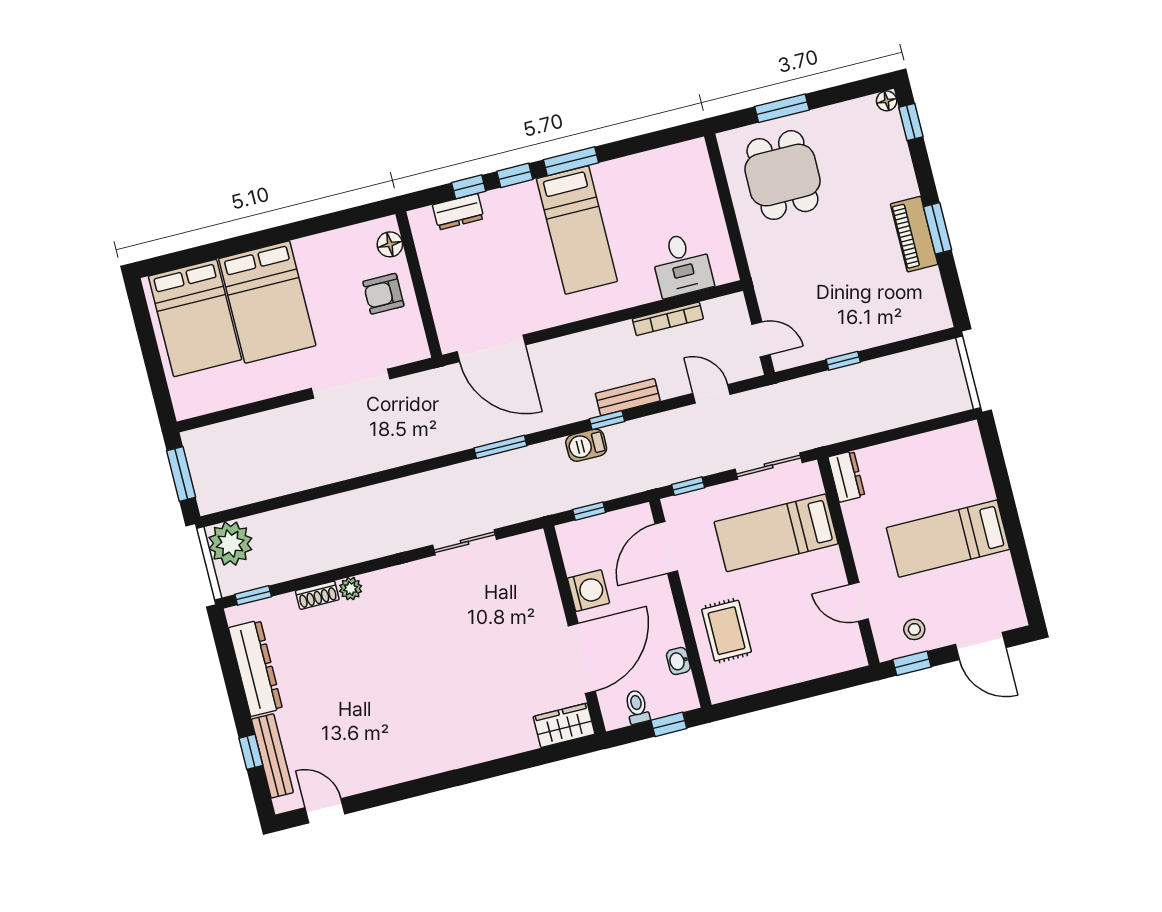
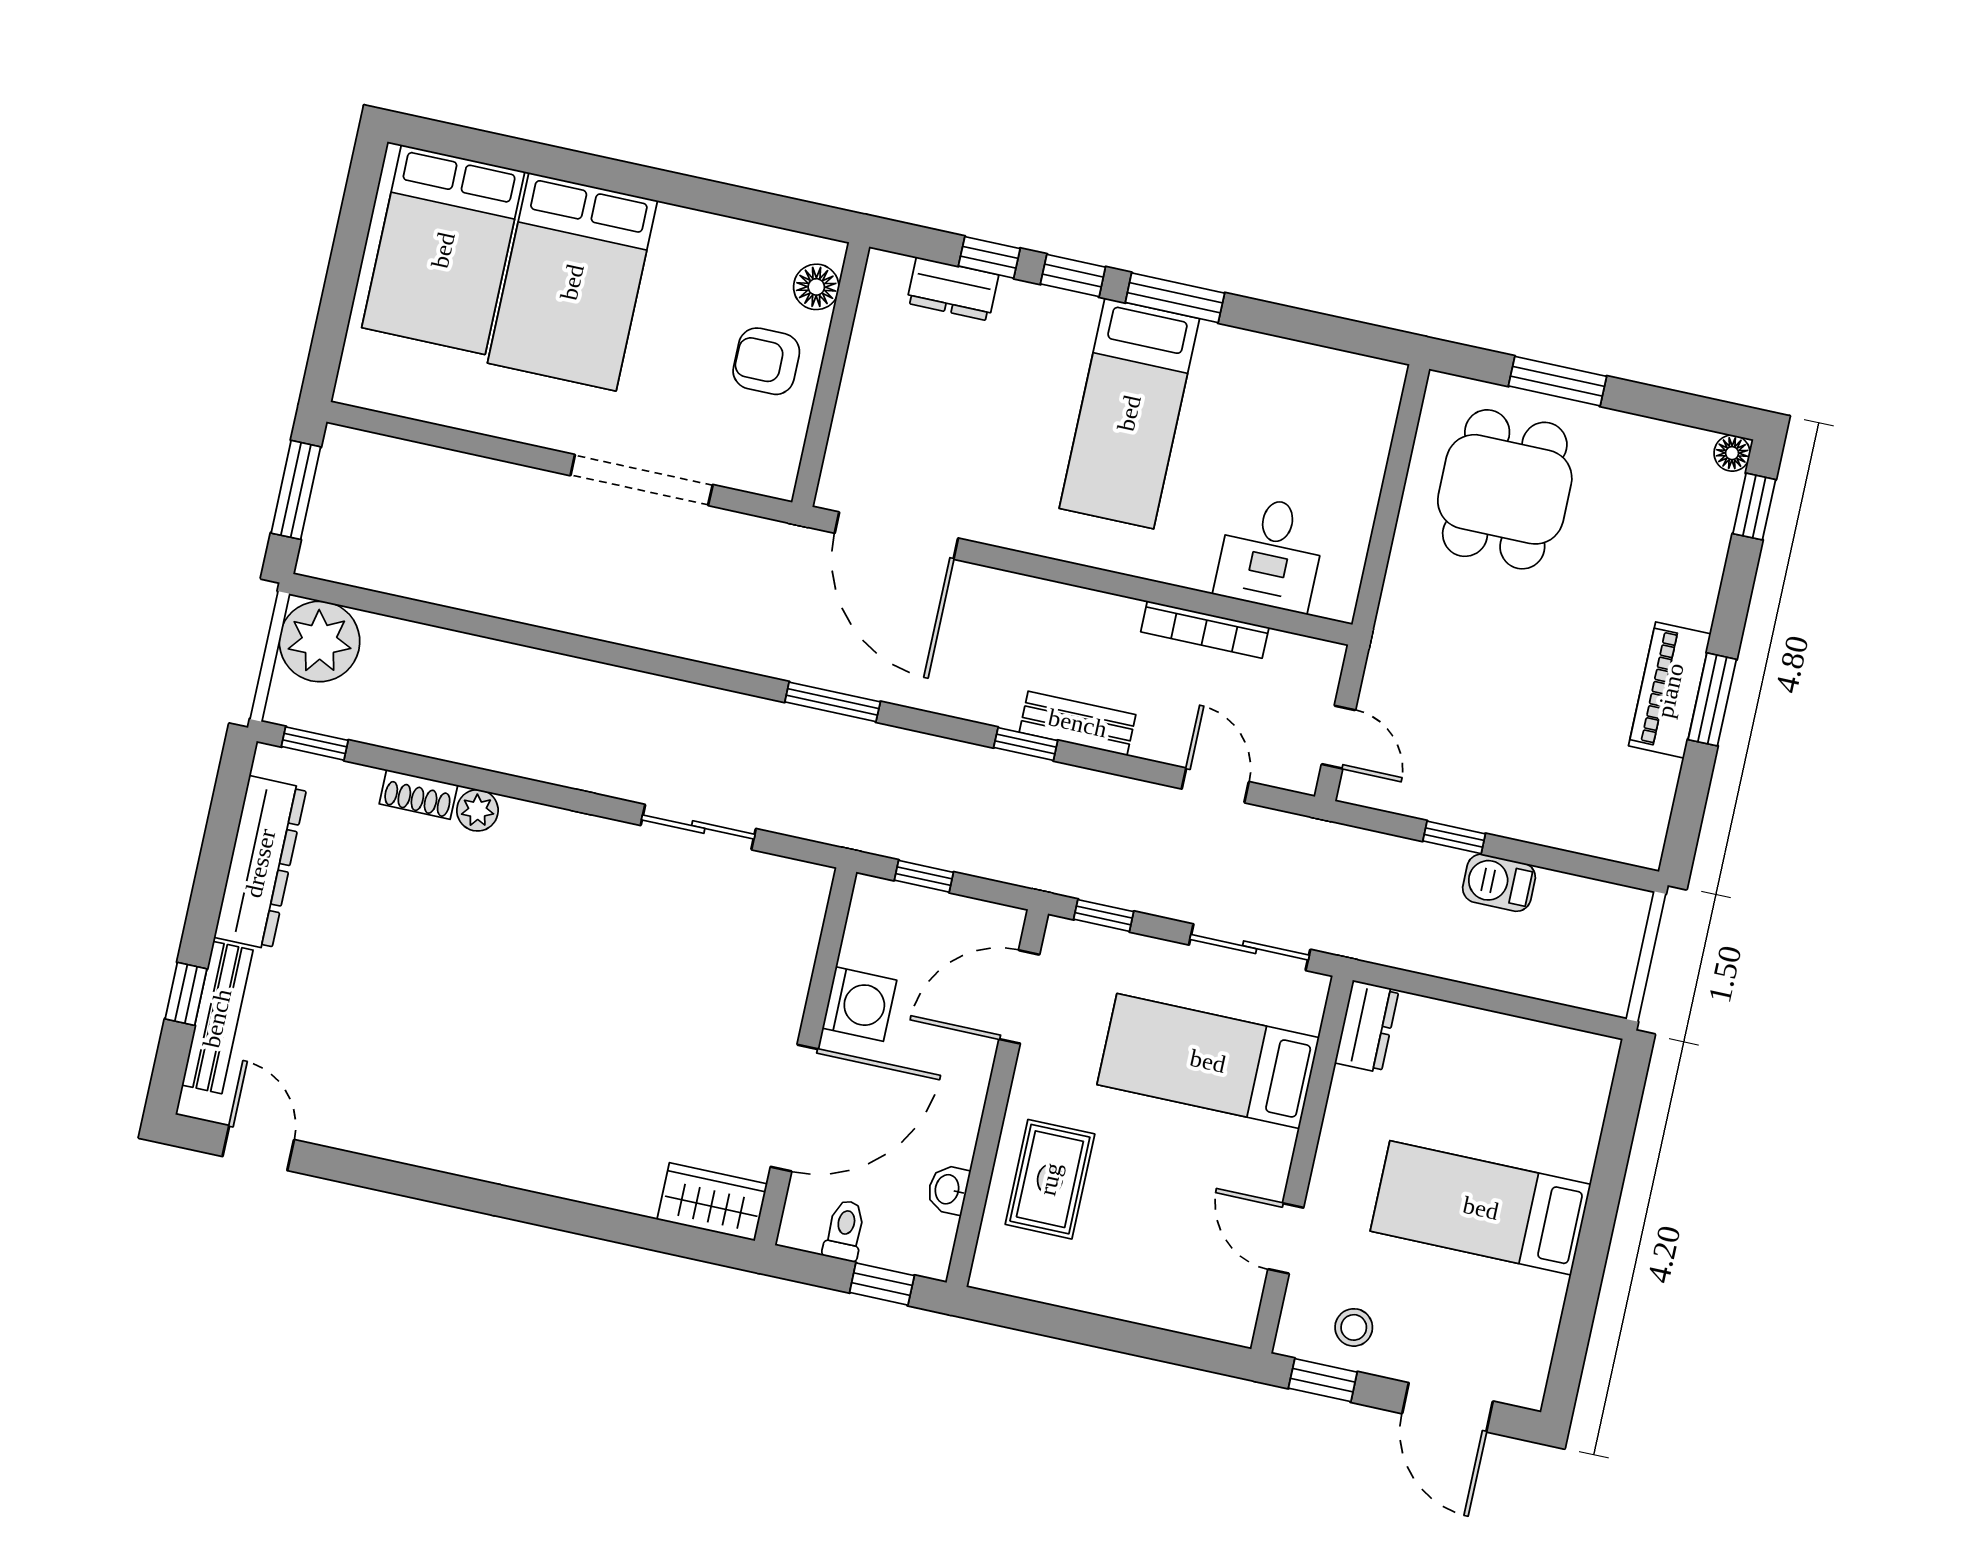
barbecue: (586, 445) -> (1499, 883), moved

